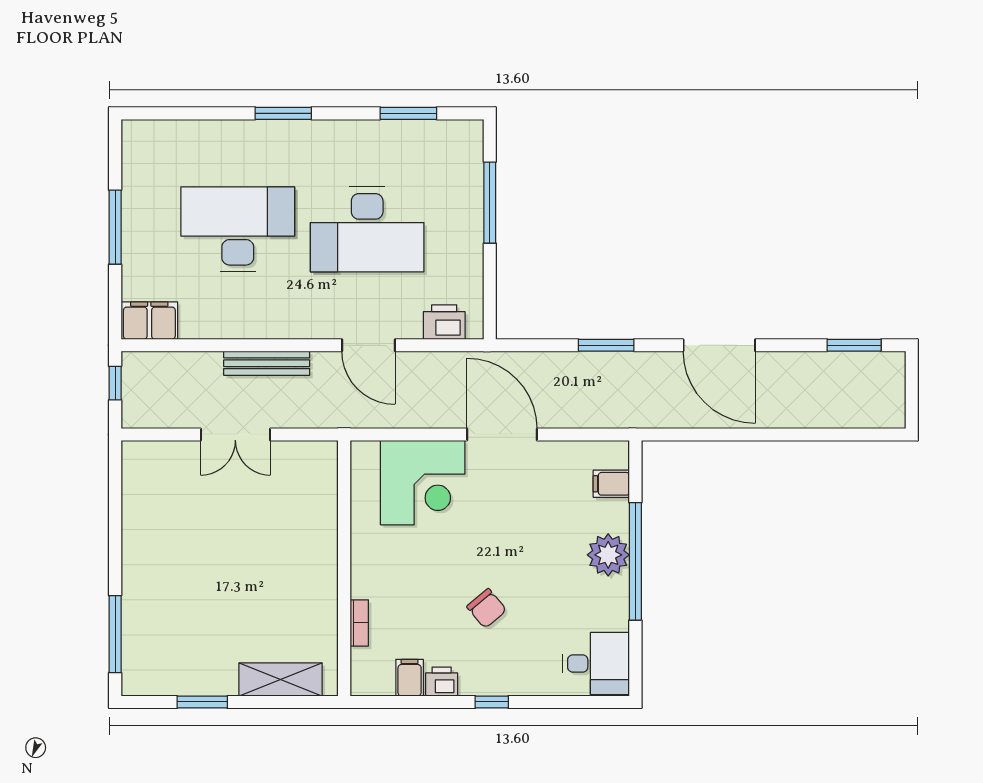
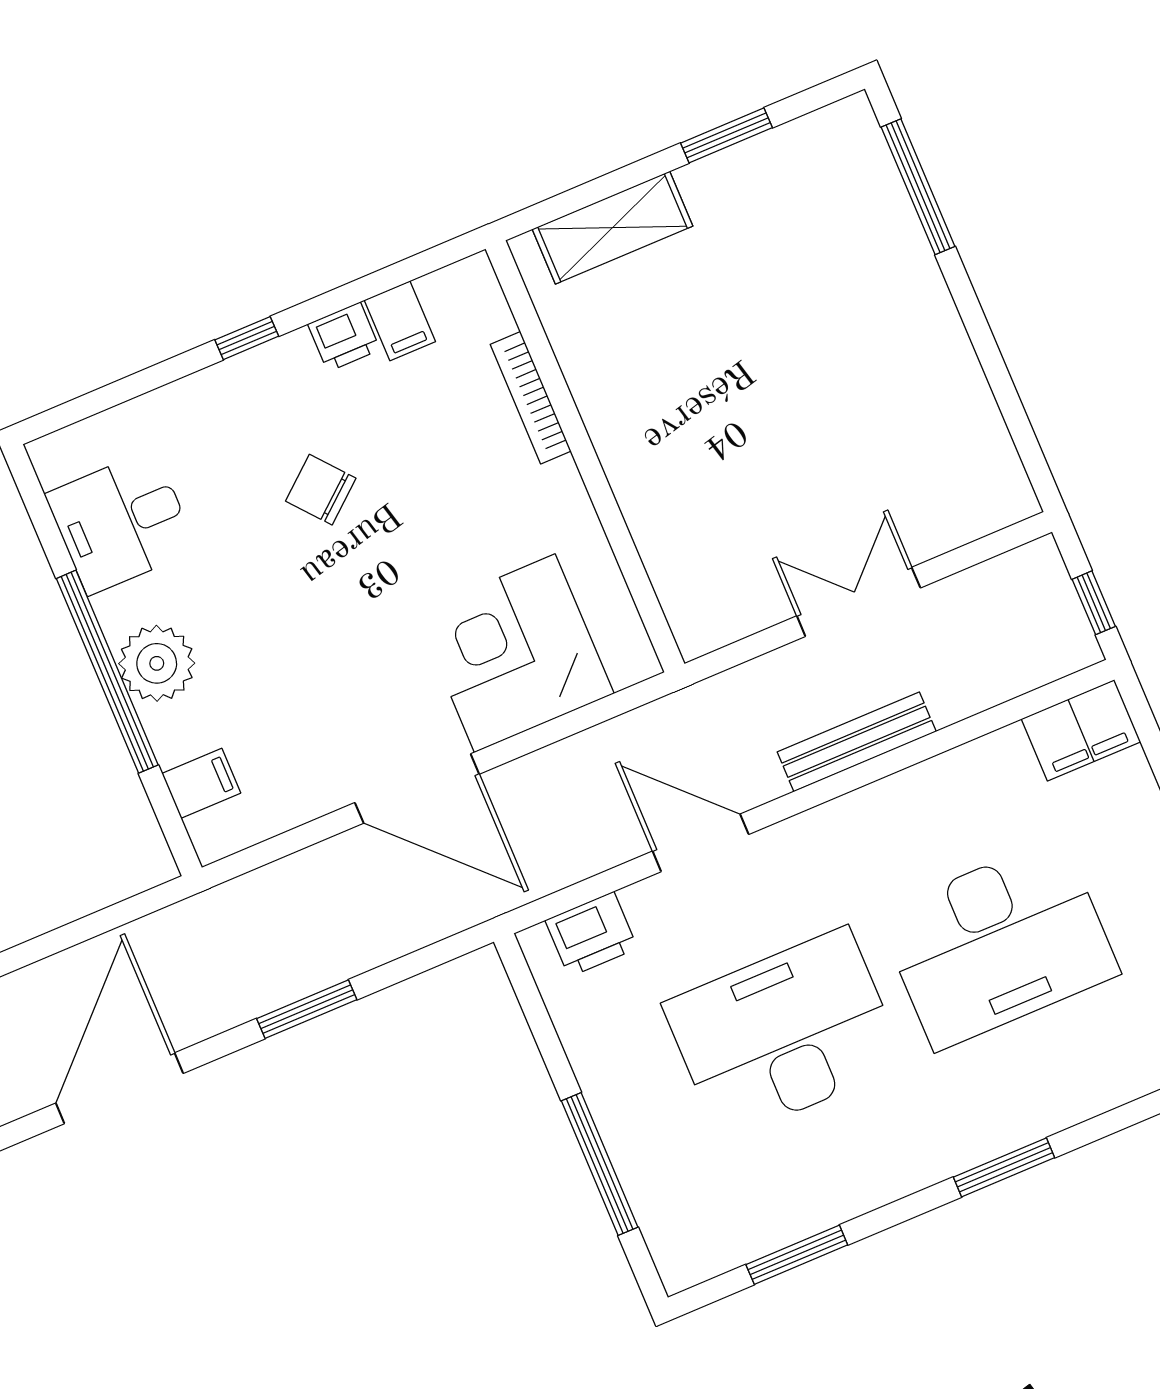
door: (719, 345) -> (119, 1088), hinge flipped
bookcase: (359, 623) -> (531, 398), width x1.56
desk: (596, 664) -> (121, 522), moved

